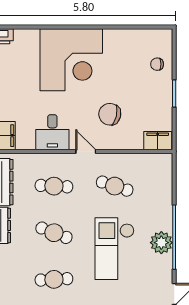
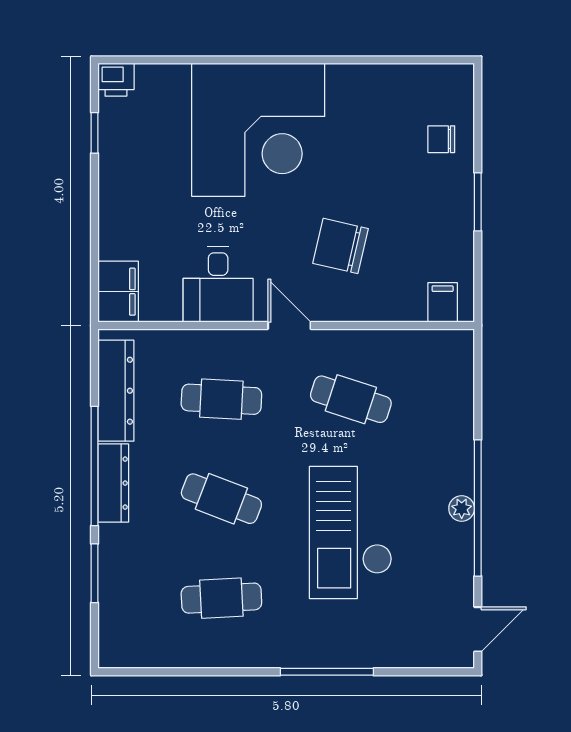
filing cabinet: (158, 141) -> (443, 302), width x0.50
plant: (161, 243) -> (462, 508), width x0.53, depth x0.53

